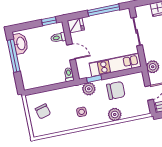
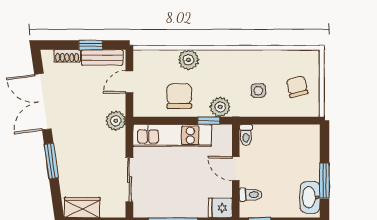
window: (14, 56) -> (324, 181), width x0.69
chair: (116, 90) -> (179, 96), turned 90
side table: (82, 112) -> (258, 91), moved

